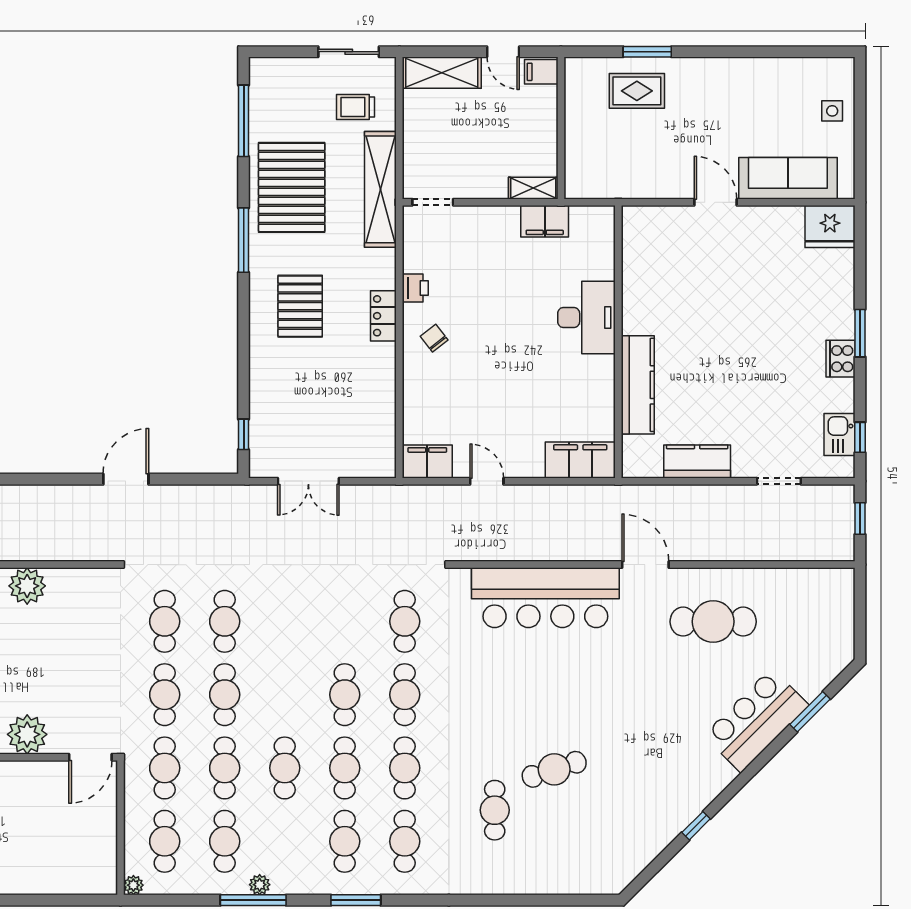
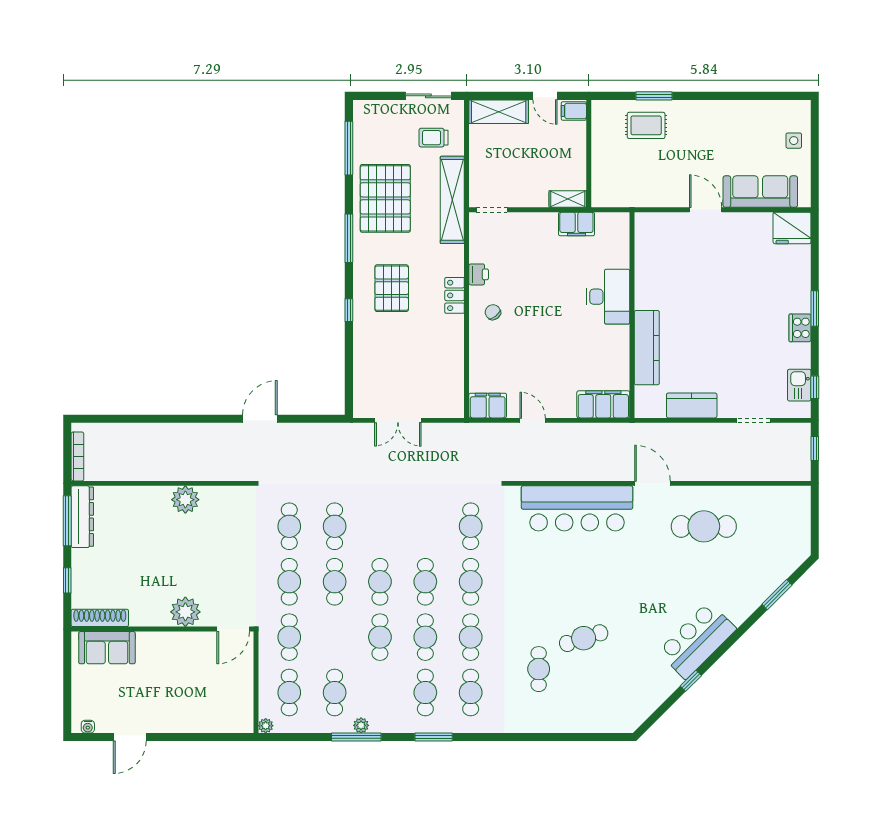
window: (244, 434) -> (349, 310), moved
bar counter: (756, 720) -> (697, 640), moved
cafe table: (225, 768) -> (380, 582), moved

